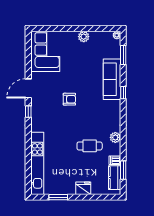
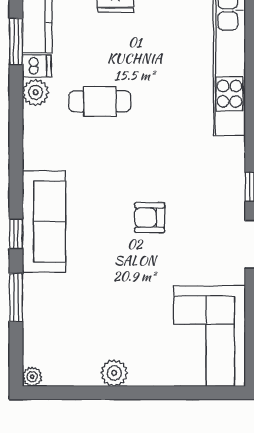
window: (123, 55) -> (16, 297), moved
sofa: (112, 79) -> (44, 222), moved
plant: (115, 137) -> (36, 92), moved

